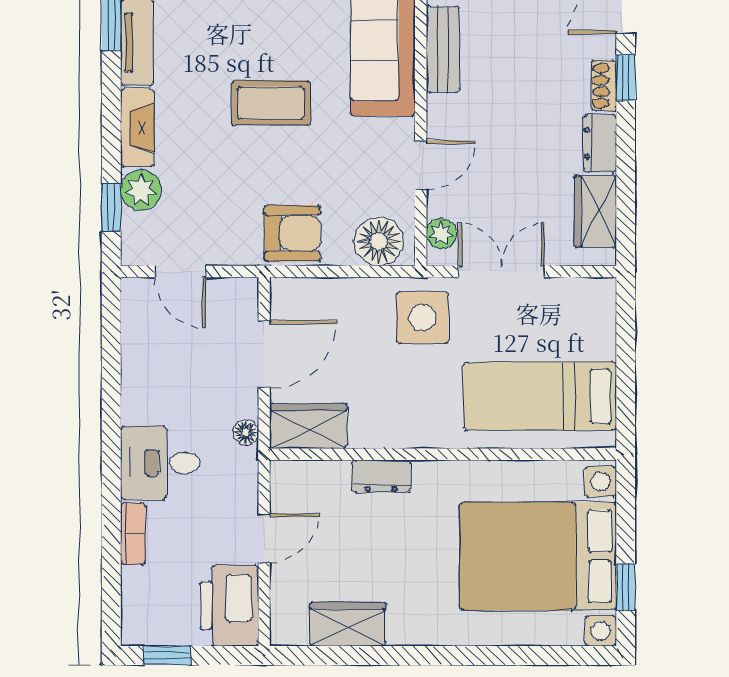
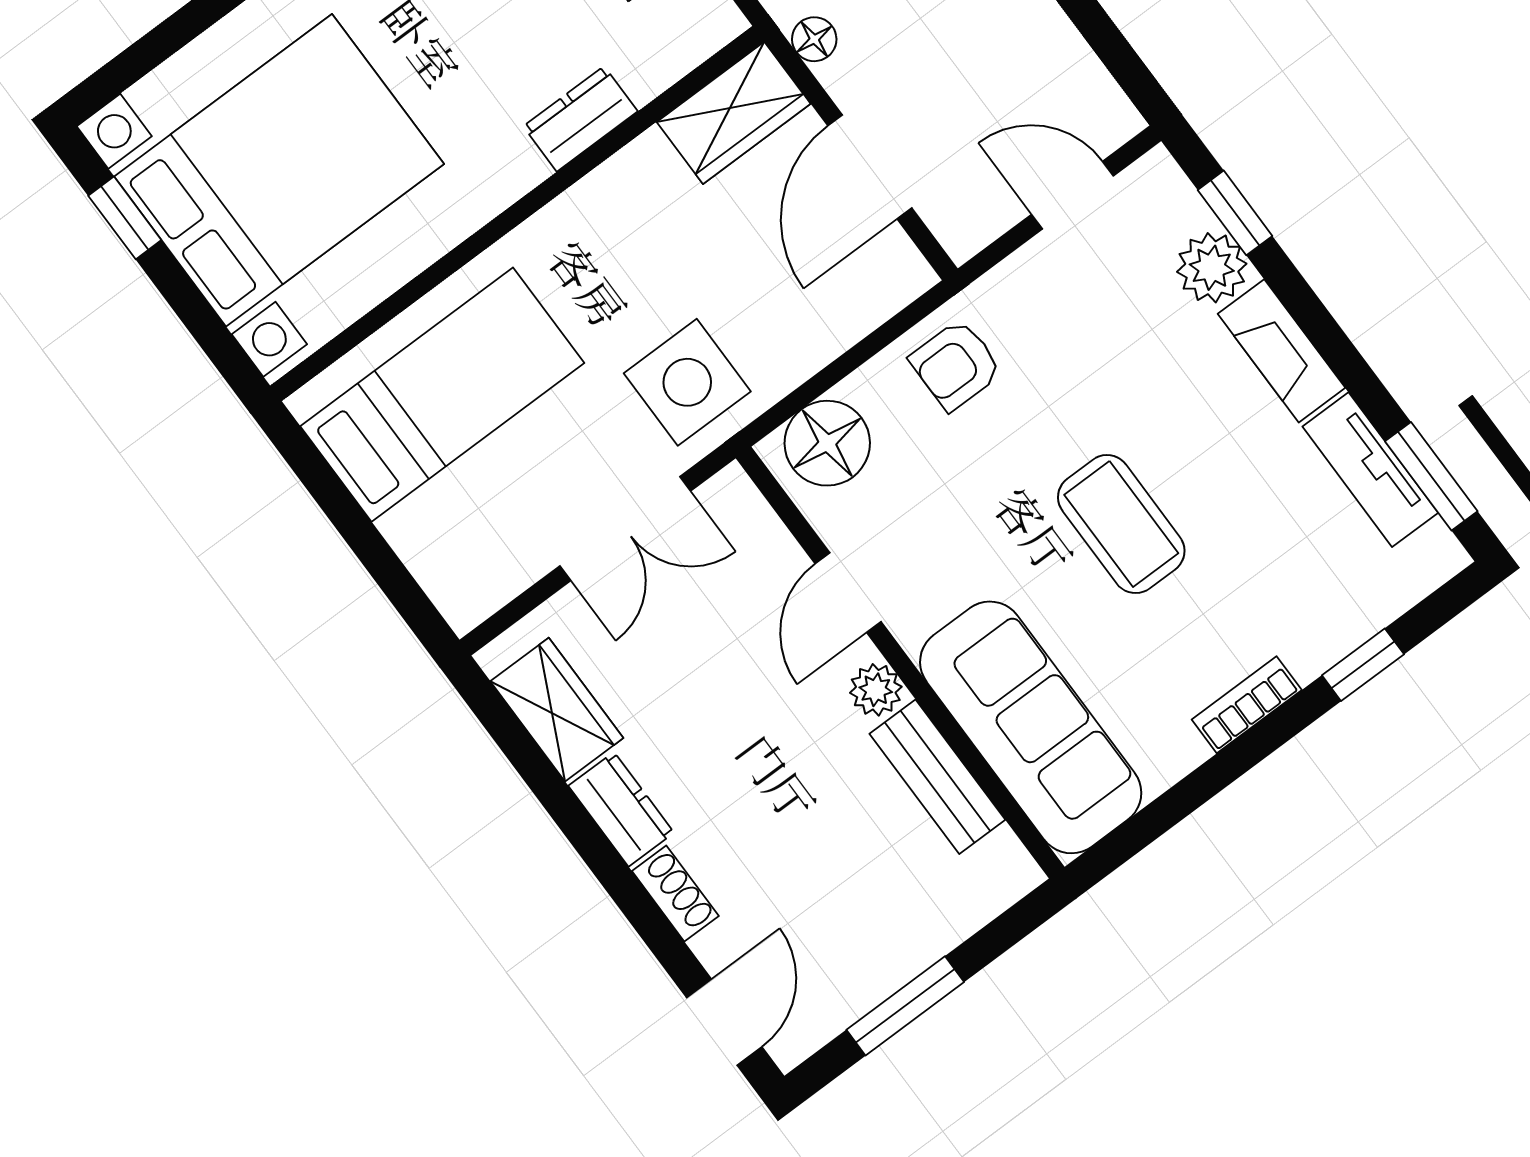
window: (626, 78) -> (654, 927), removed
coffee table: (271, 103) -> (1121, 524), turned 90
armchair: (293, 233) -> (956, 365), width x0.72, depth x0.72
plant: (441, 234) -> (876, 690), moved

